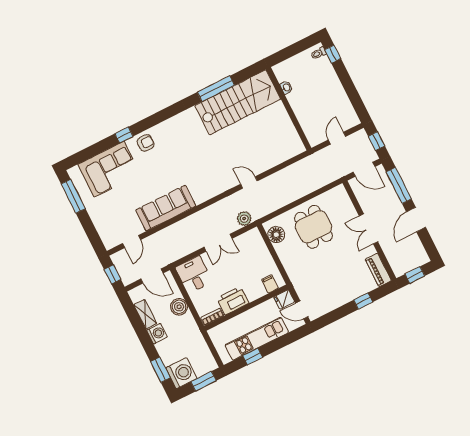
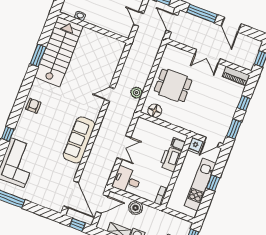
window: (216, 89) -> (38, 55), width x0.69
armchair: (146, 143) -> (33, 106), moved
door: (364, 169) -> (172, 23), swing flipped
sofa: (166, 208) -> (79, 140), moved
plant: (244, 219) -> (136, 93), moved
door: (132, 241) -> (71, 194), width x1.88
printer: (233, 301) -> (171, 159), moved
window: (333, 316) -> (234, 129), added
window: (253, 357) -> (213, 183), moved

